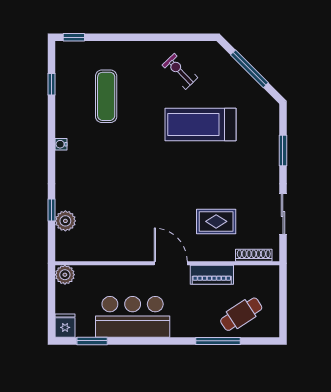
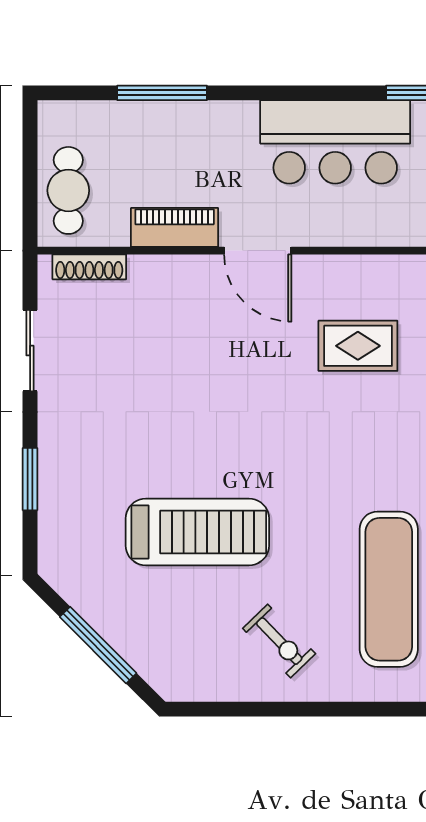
exercise bike: (180, 71) -> (279, 641), moved
exercise mat: (106, 96) -> (389, 589), width x1.36, depth x1.45
rug: (216, 221) -> (358, 346), moved
cafe table: (241, 314) -> (68, 190), moved, turned -57

